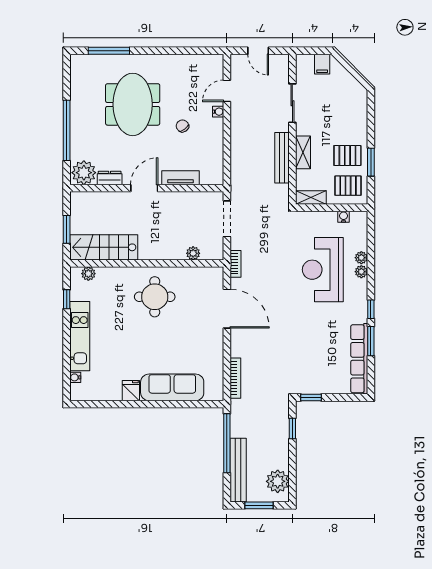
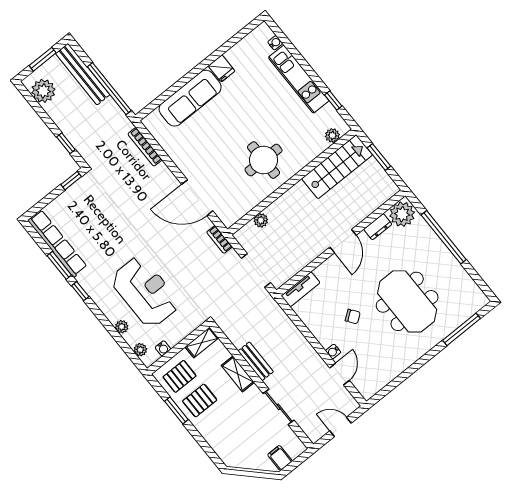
bench: (282, 158) -> (256, 361), width x0.73
tv unit: (180, 178) -> (301, 289), moved
plant: (361, 272) -> (140, 350), moved

